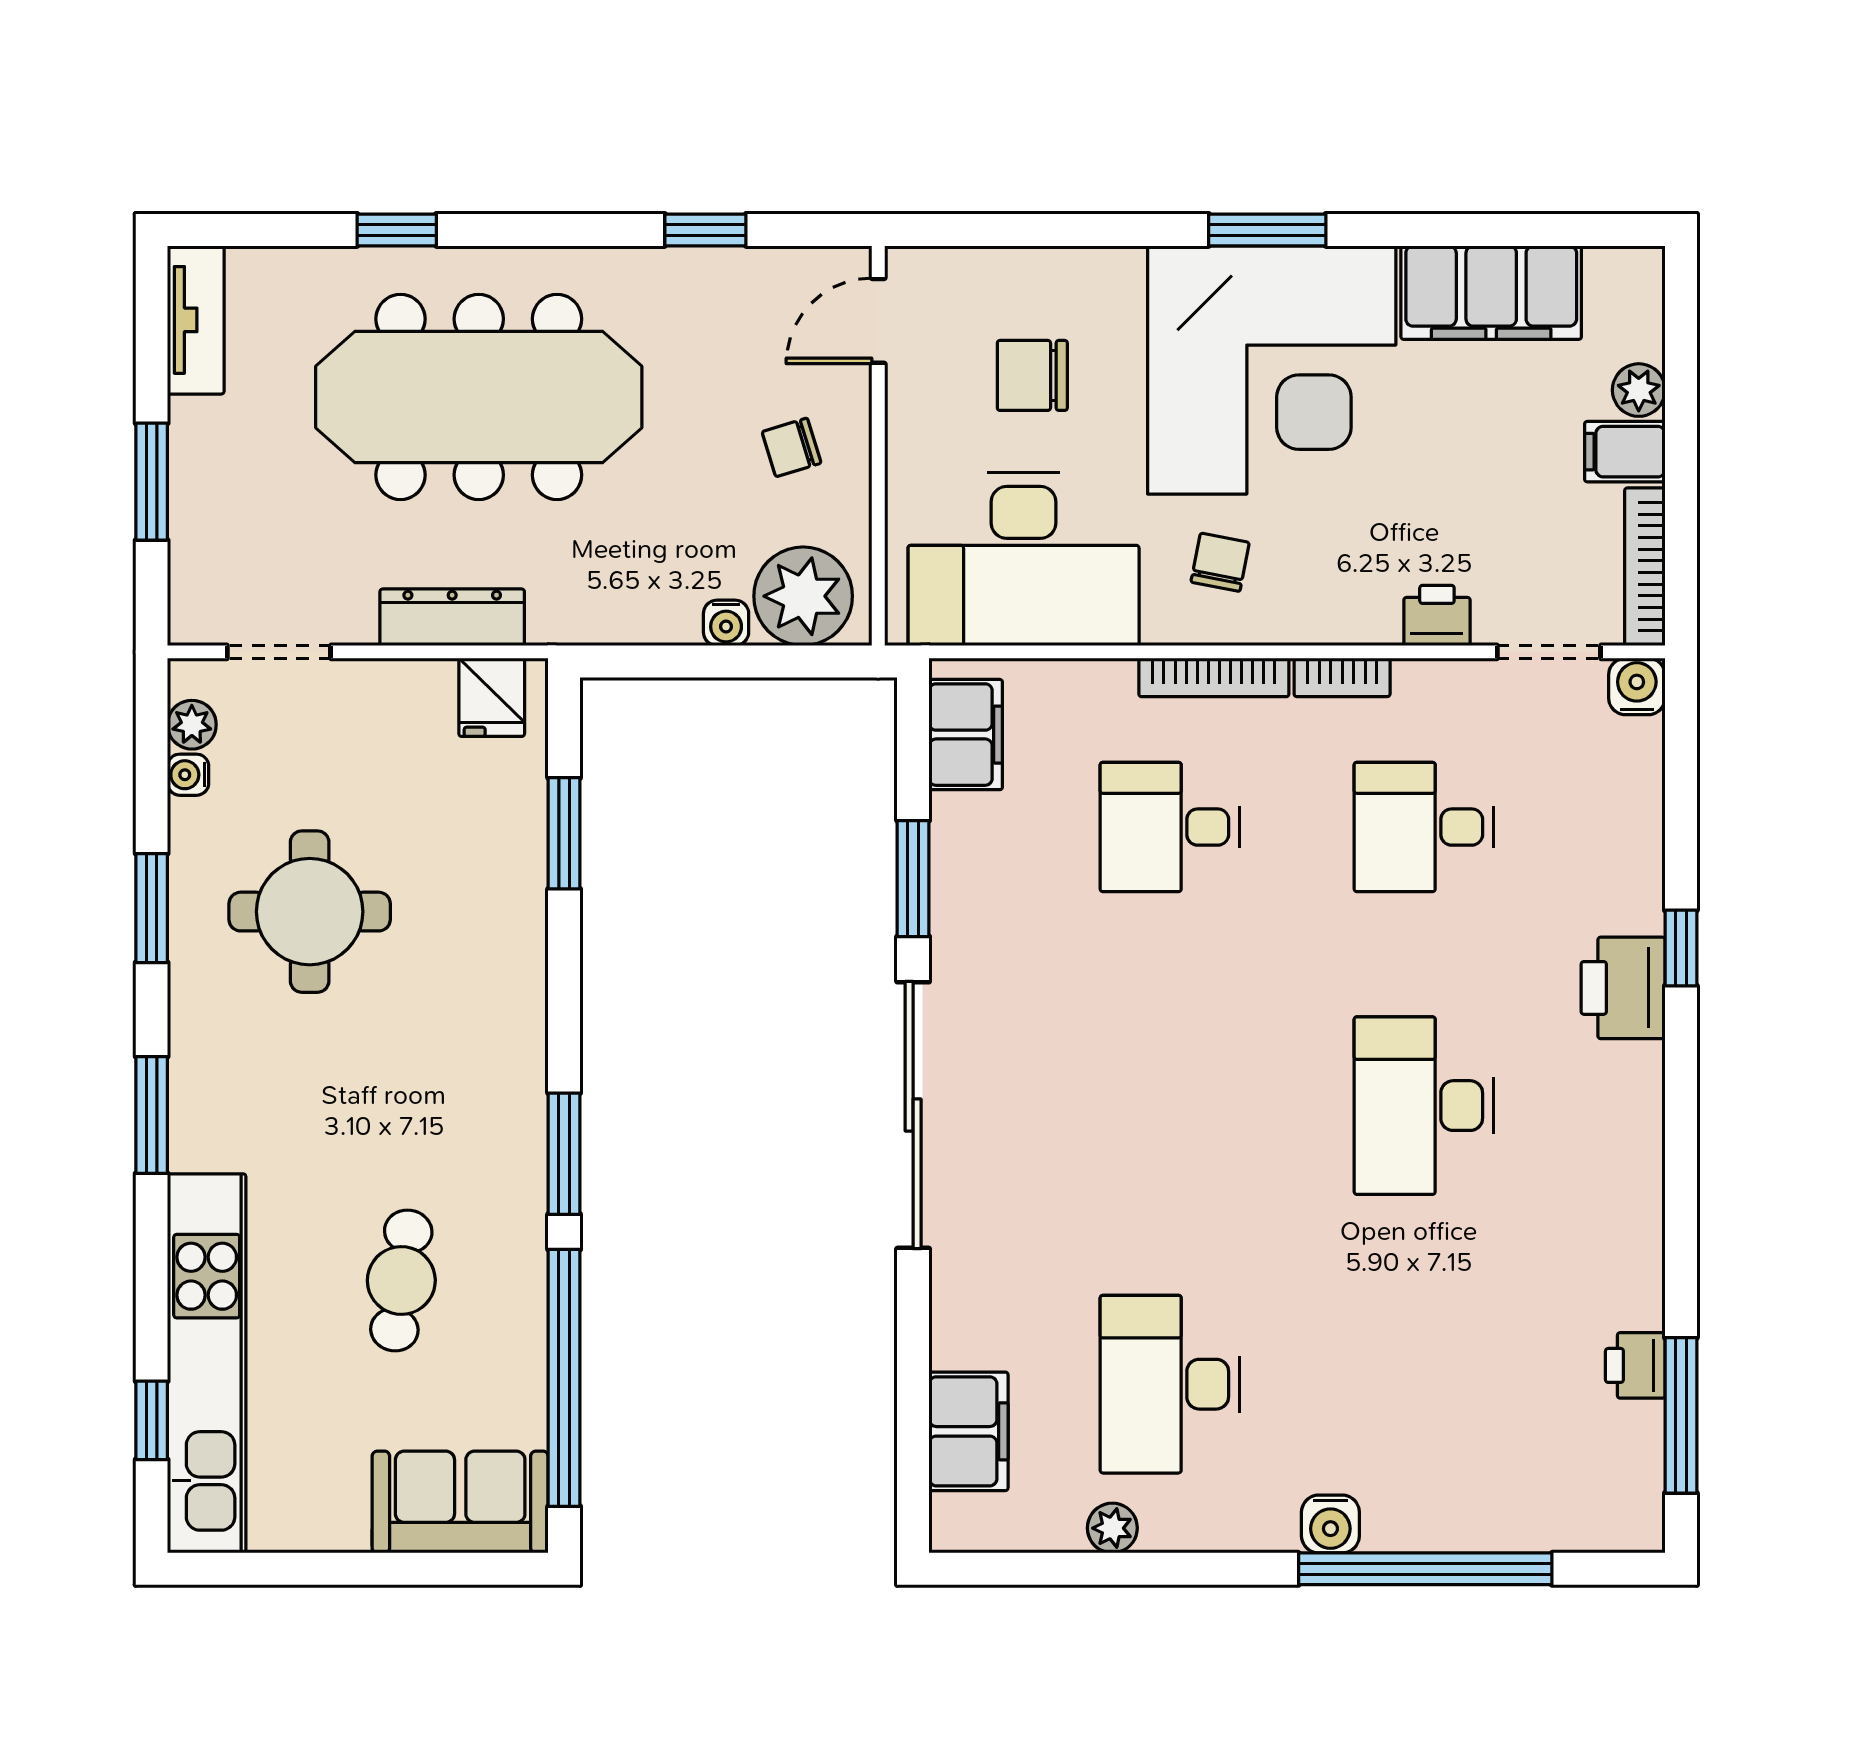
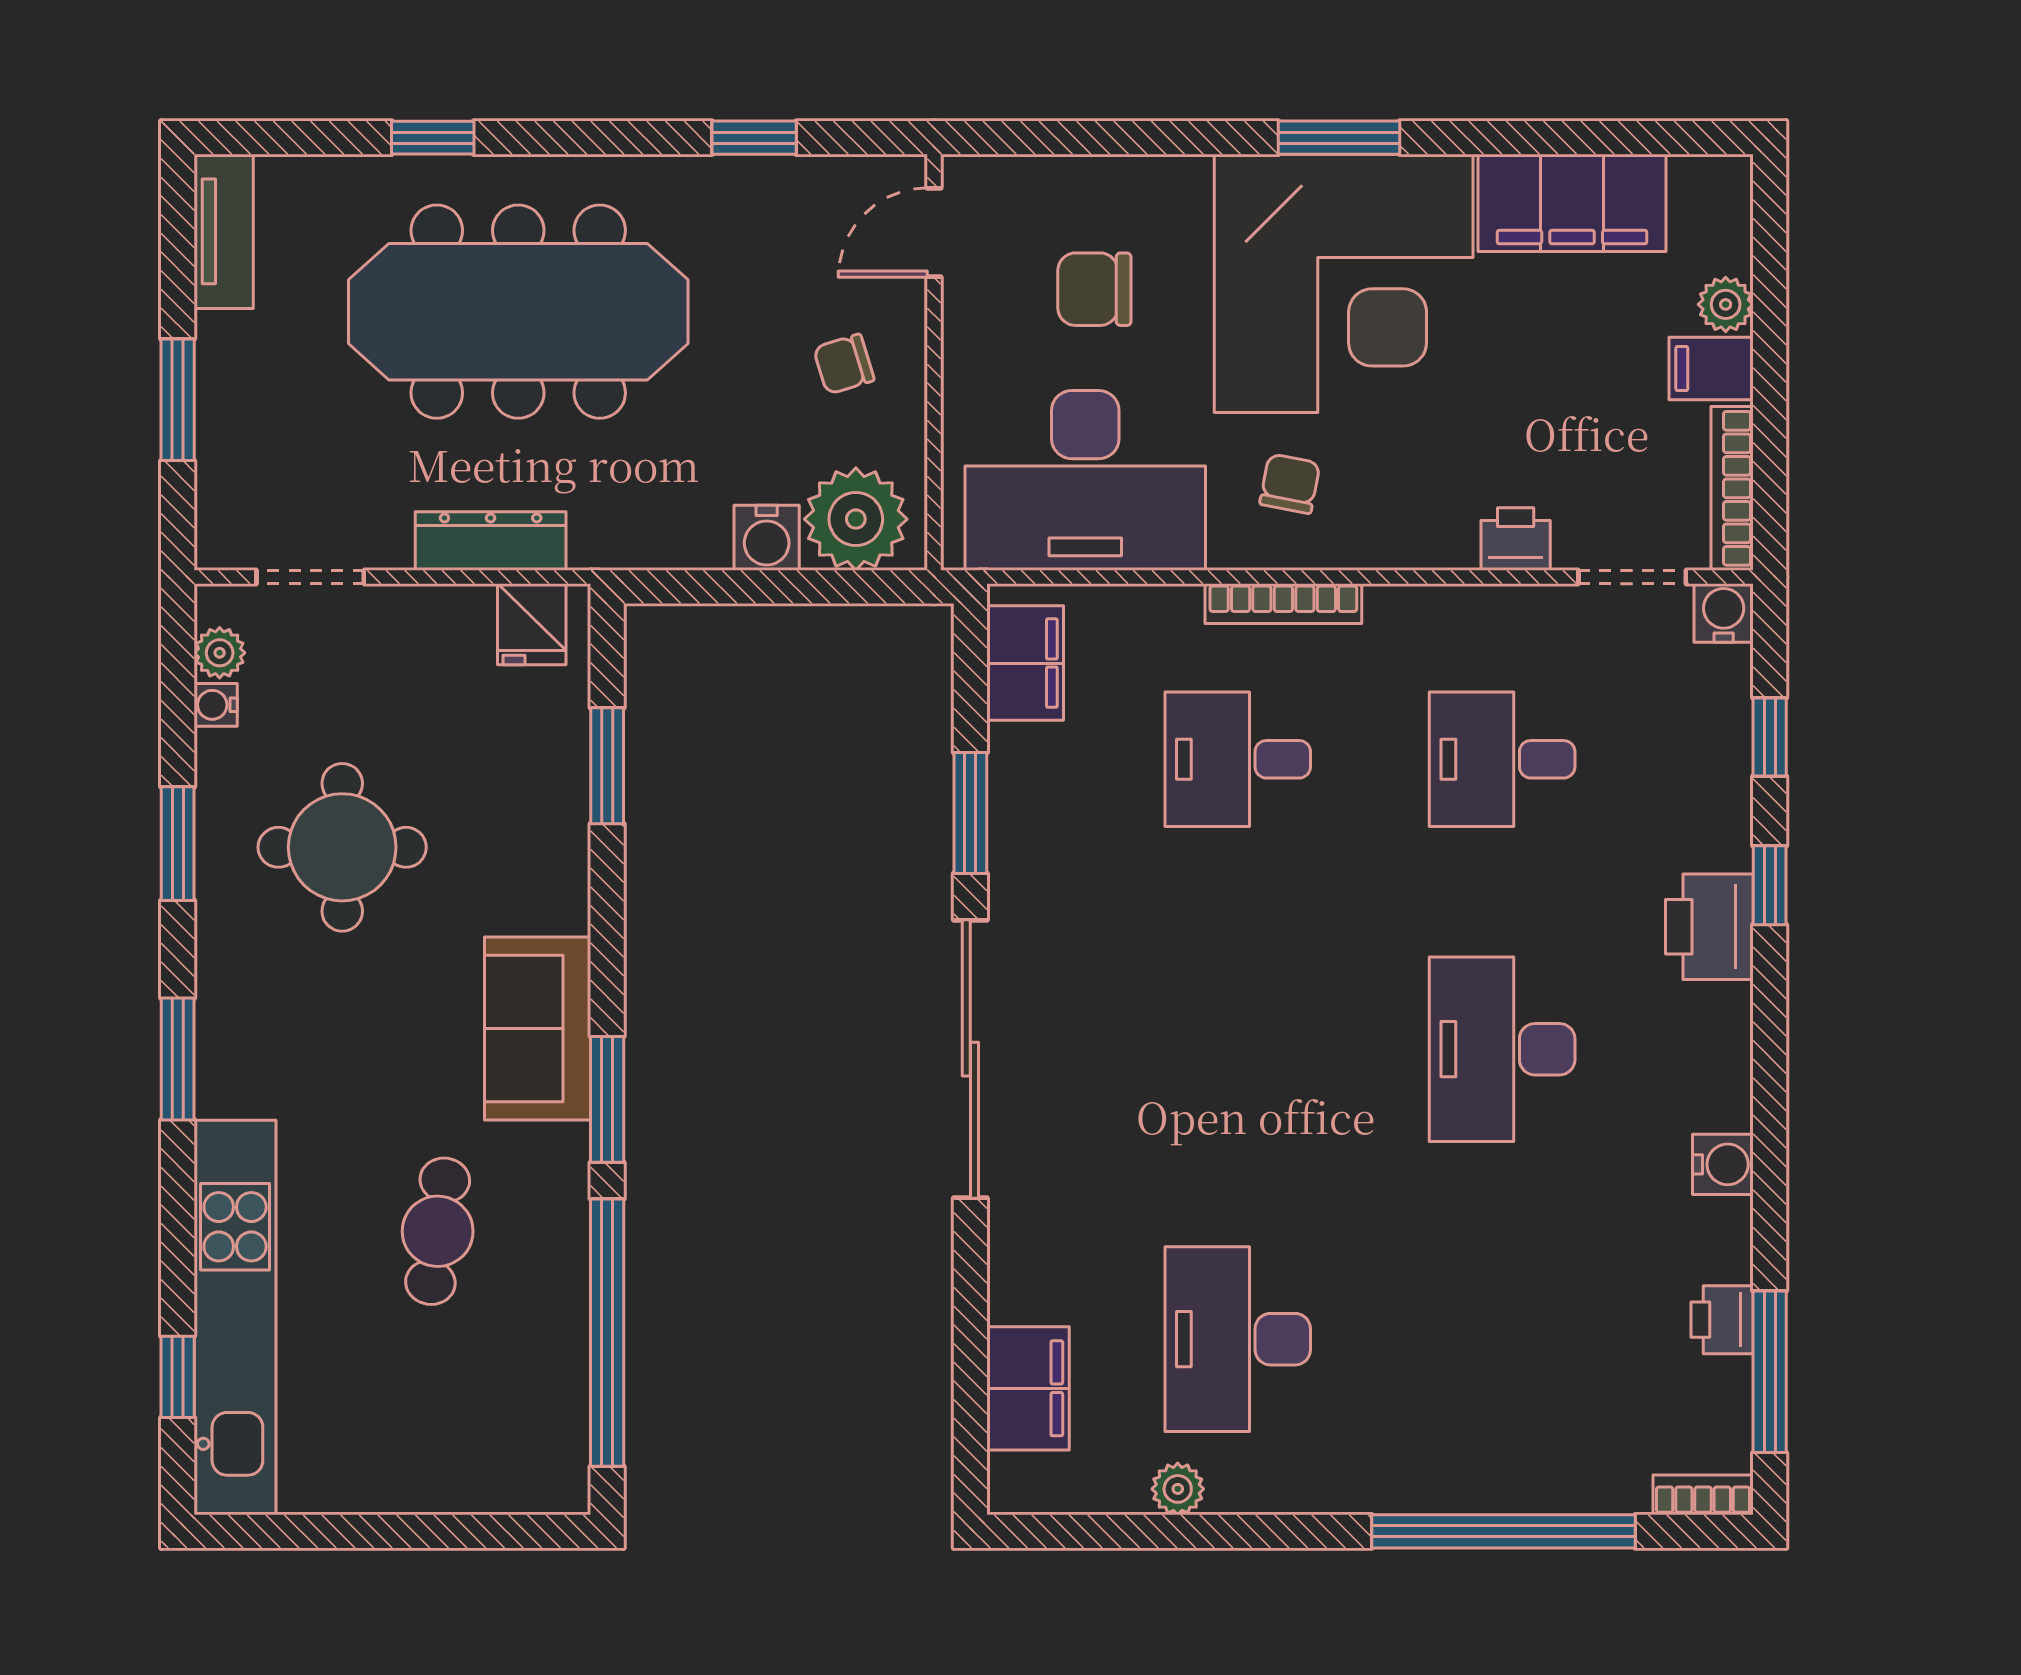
water cooler: (726, 623) -> (767, 538), width x1.38, depth x1.38
bookcase: (1342, 677) -> (1703, 1495), moved, turned 180
window: (1681, 806) -> (1770, 737), added
sofa: (460, 1502) -> (538, 1029), moved, turned -90
water cooler: (1330, 1524) -> (1723, 1164), moved, turned -90

